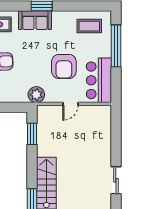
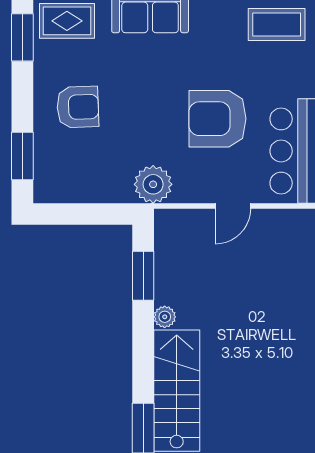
armchair: (64, 66) -> (217, 119), turned 90
plant: (41, 151) -> (165, 317), added

